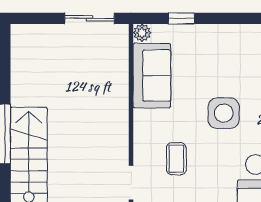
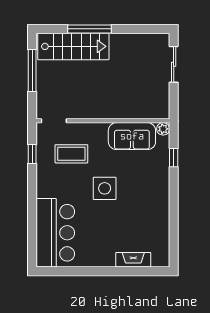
sliding door: (90, 18) -> (174, 64), moved
coffee table: (176, 159) -> (71, 154), width x1.36, depth x1.30

